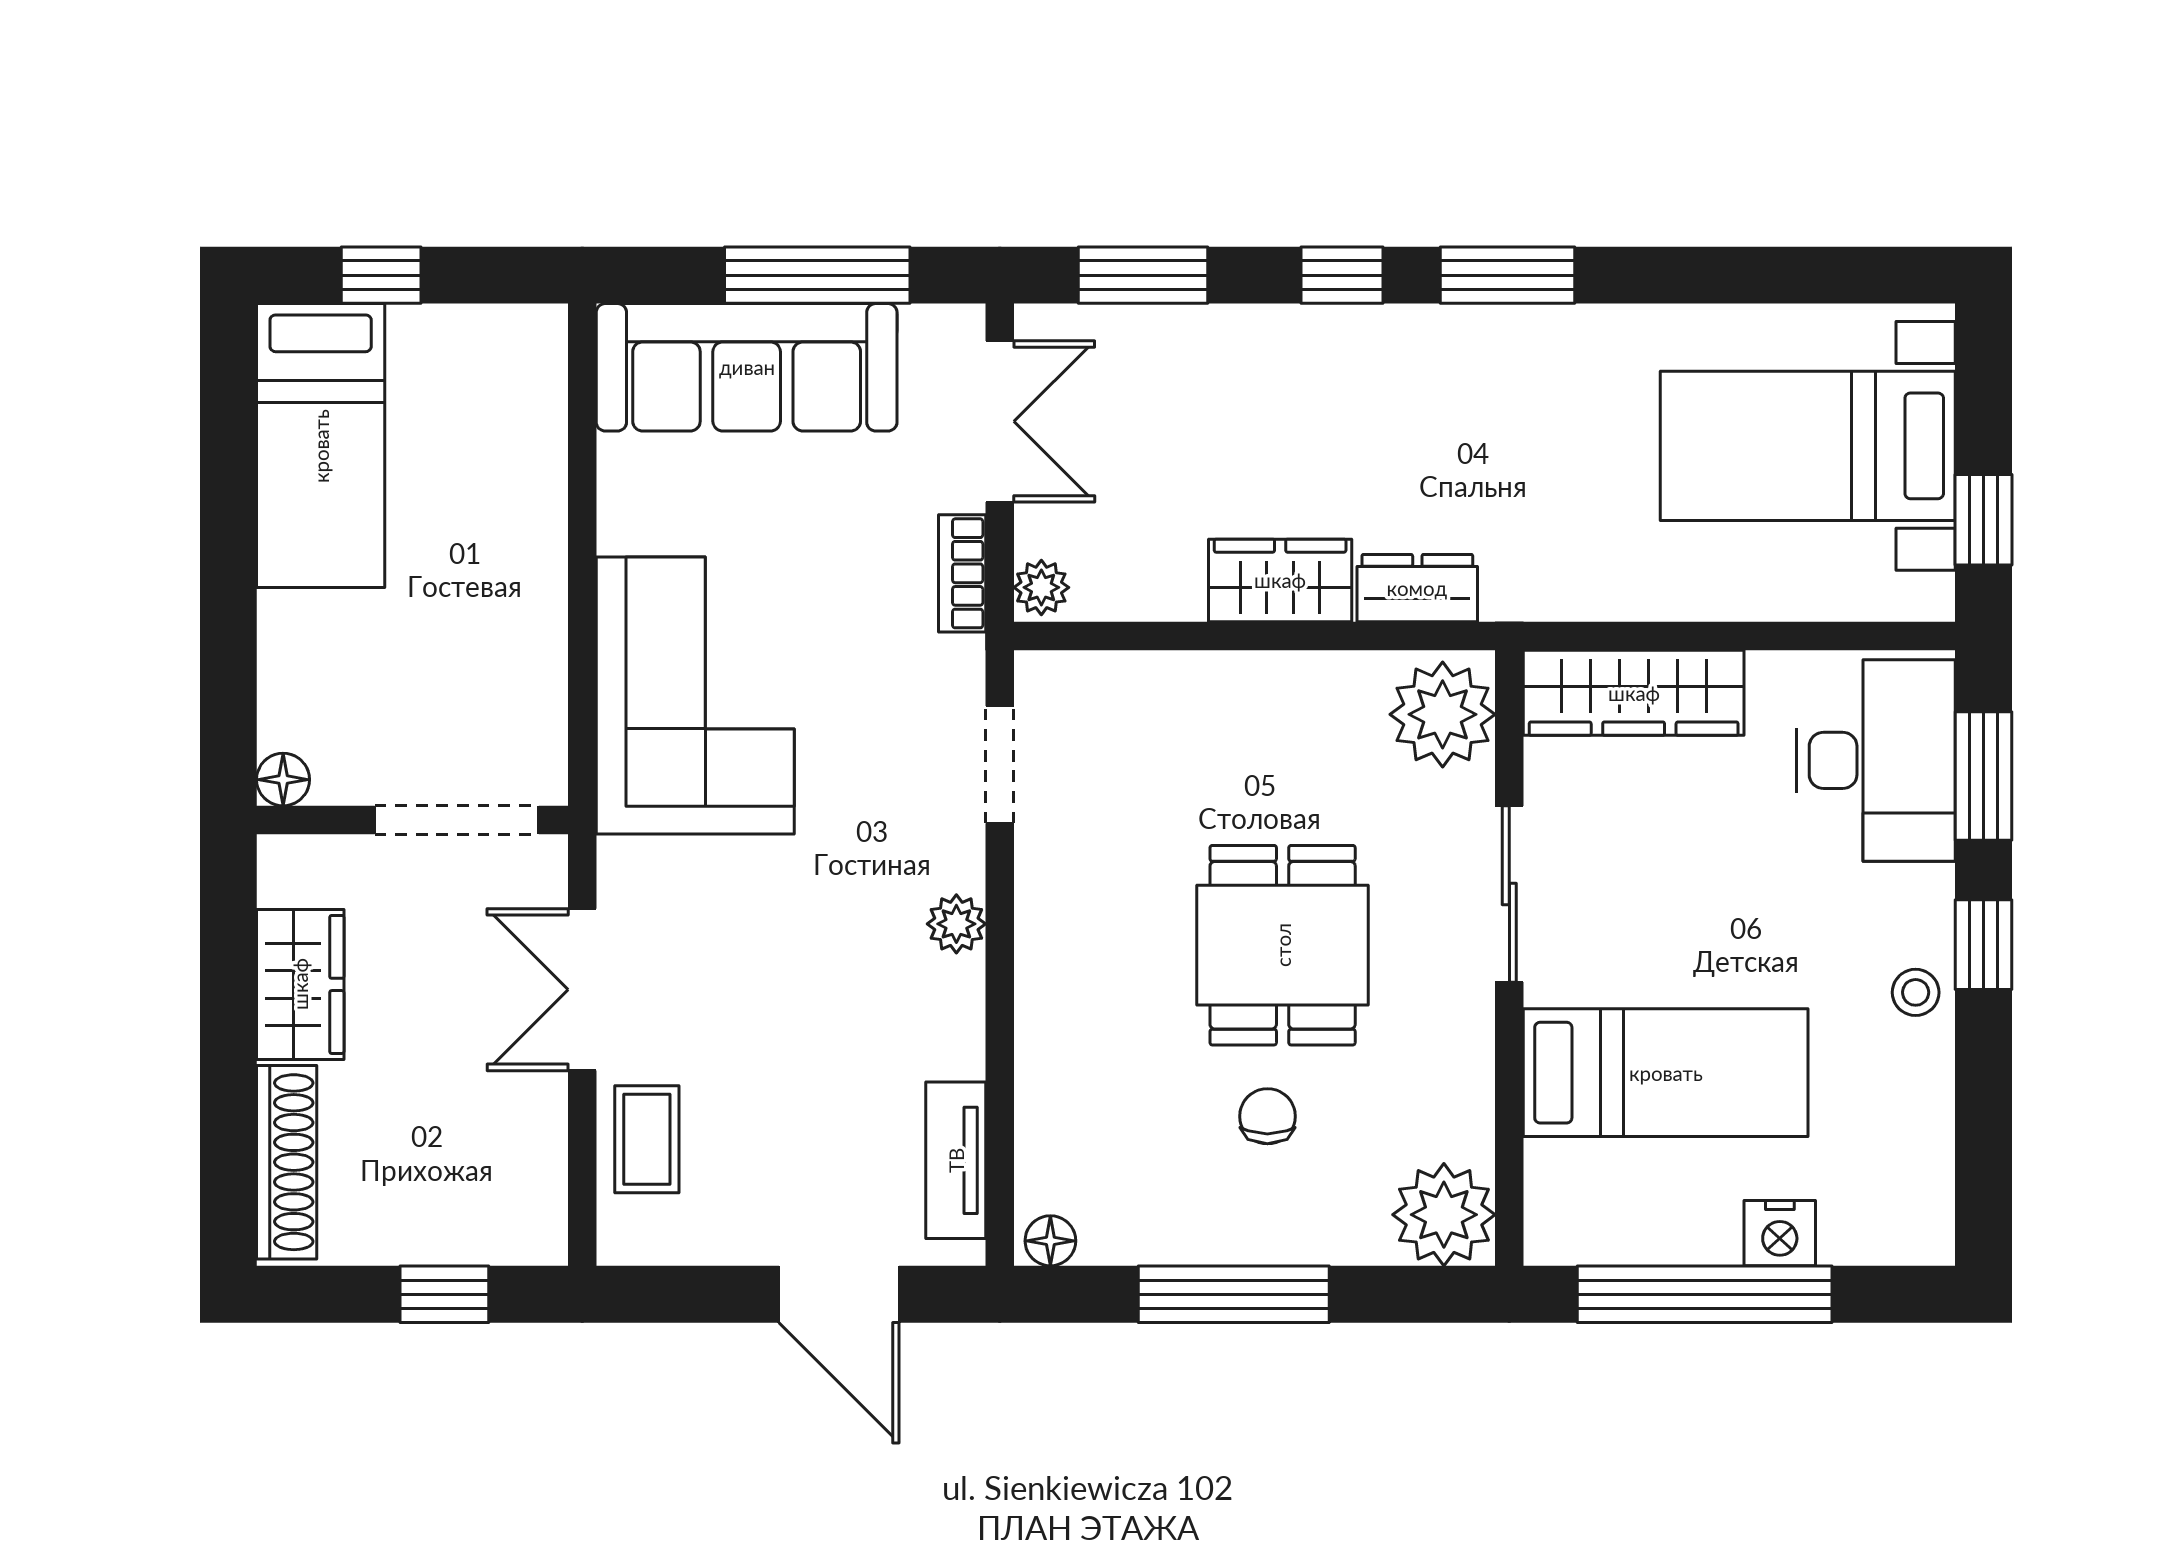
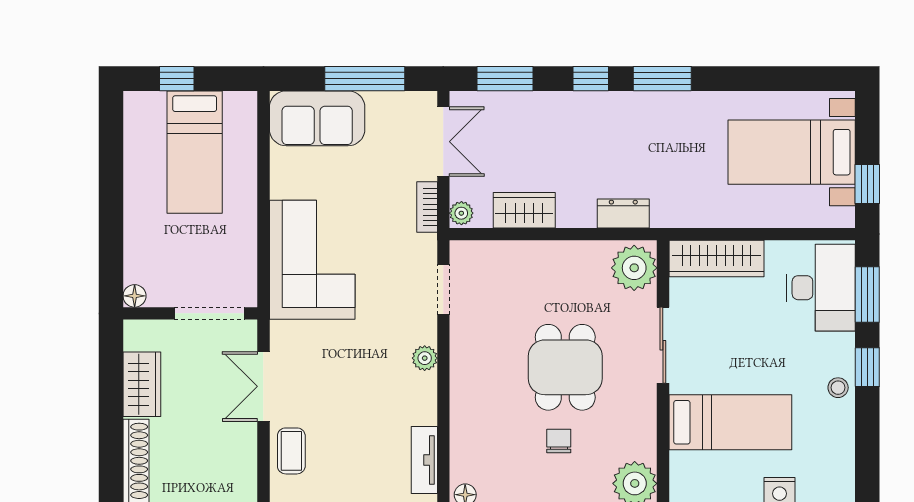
sofa: (747, 367) -> (317, 118), width x0.73
bed: (321, 446) -> (195, 152), moved
wardrobe: (1280, 580) -> (524, 210), moved

